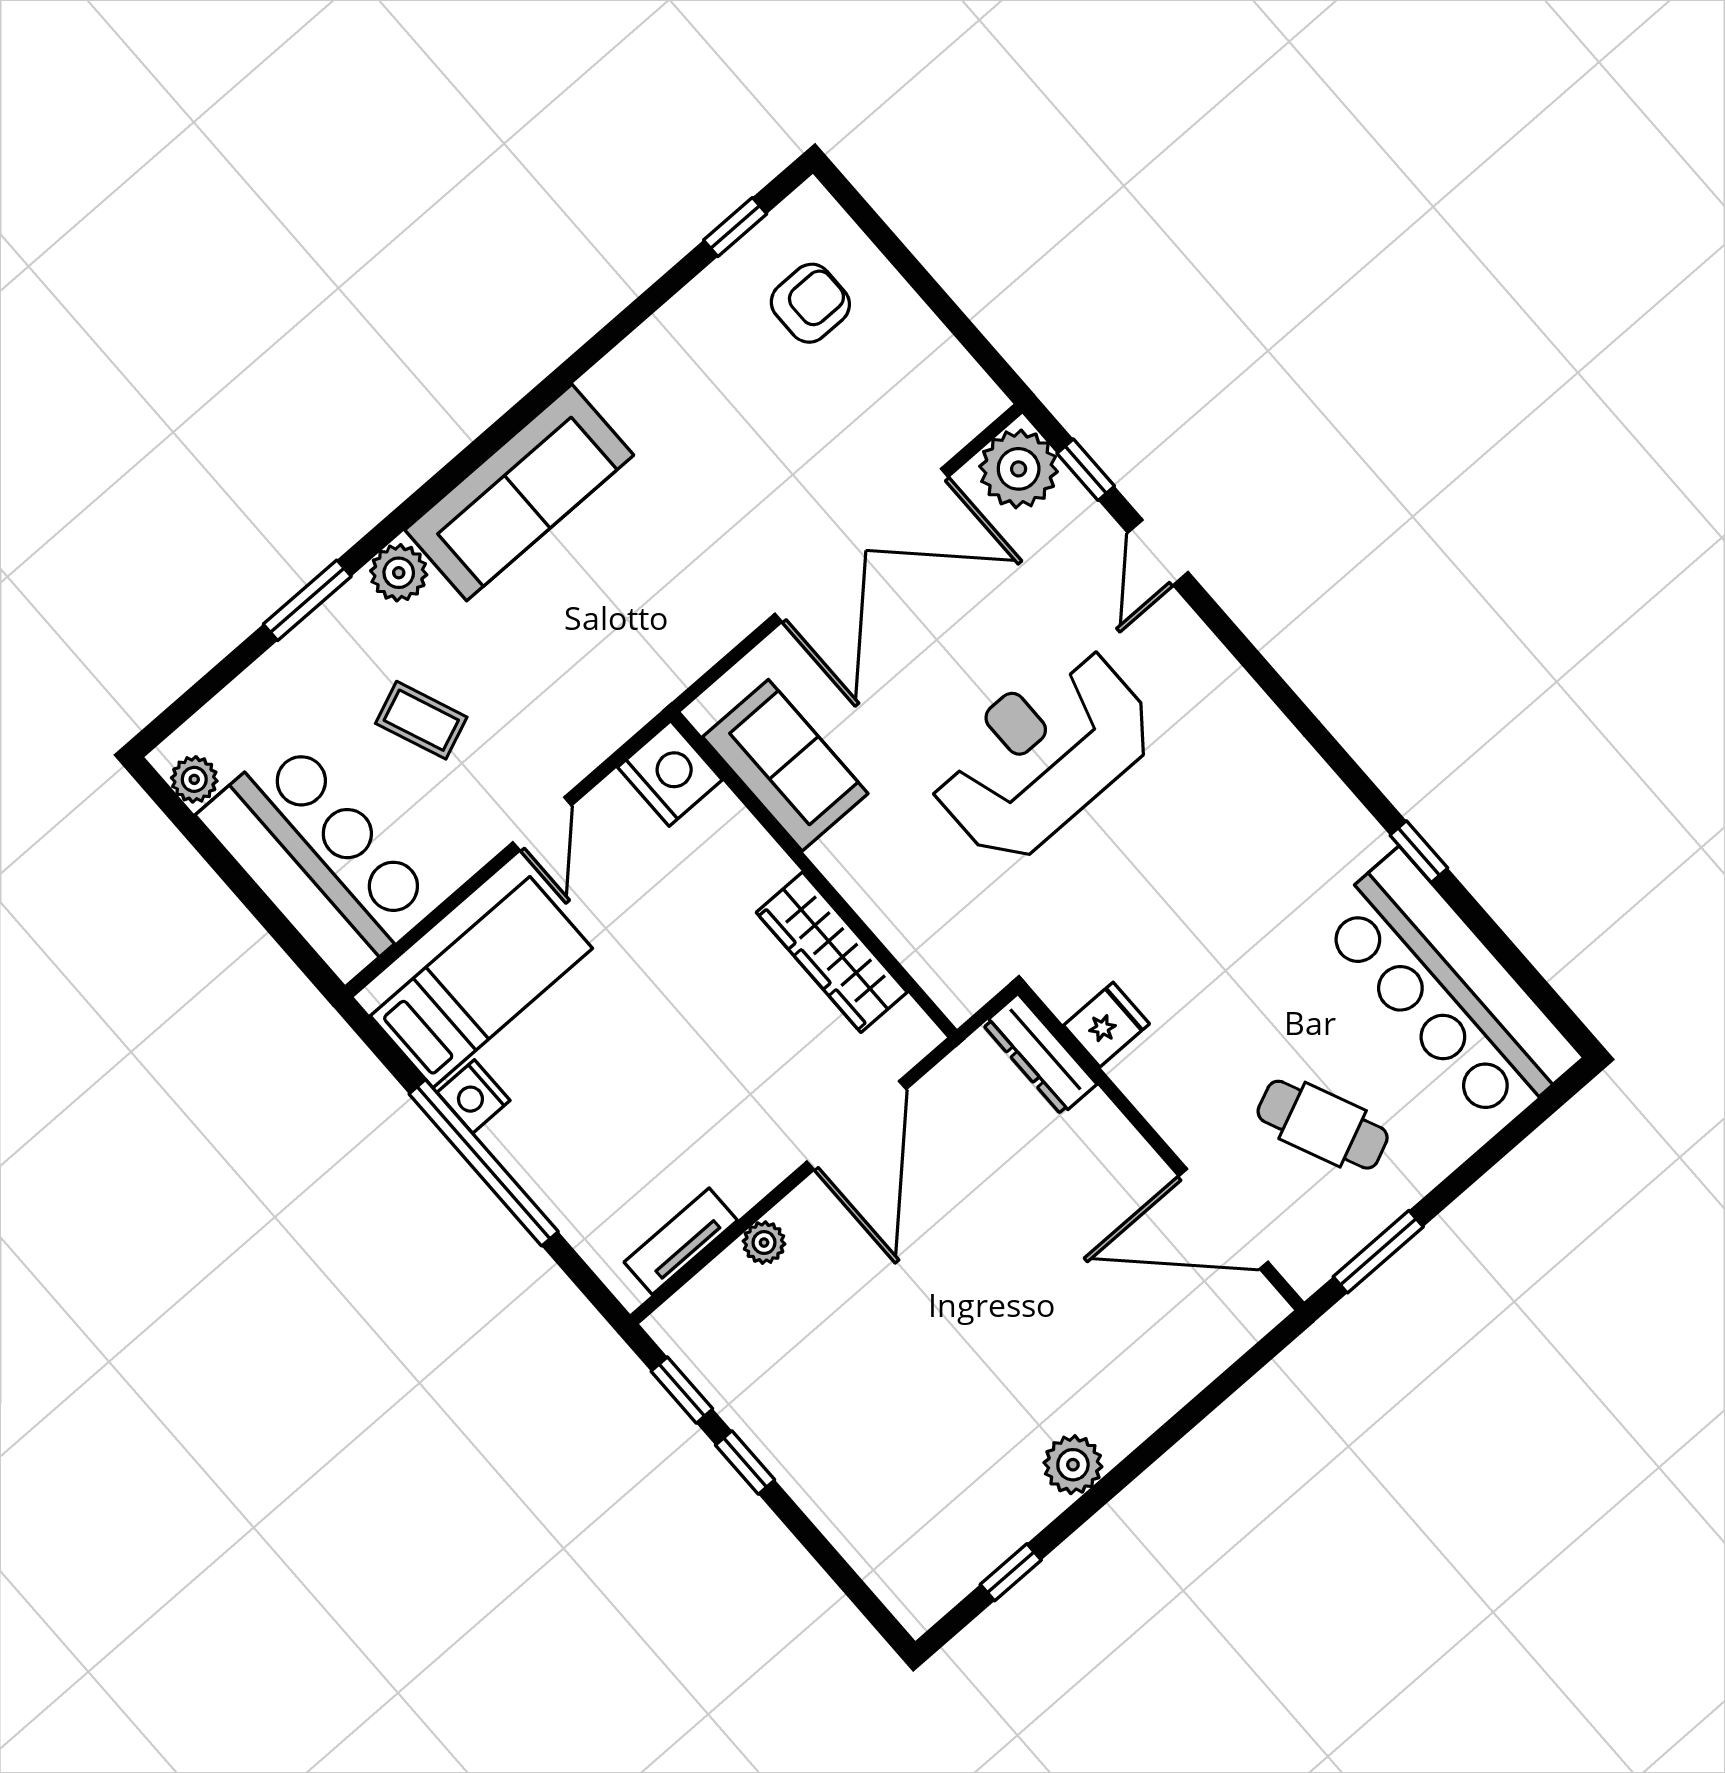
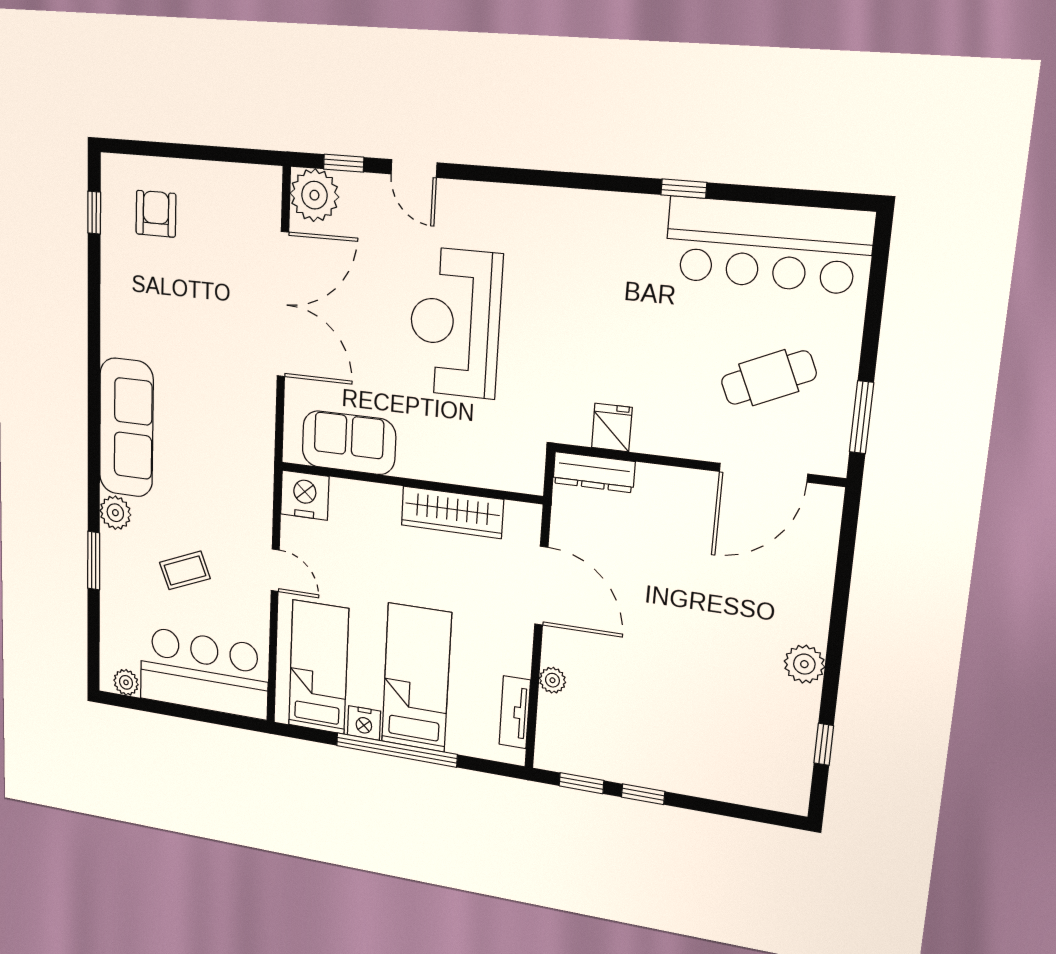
bed: (597, 1100) -> (416, 678), added

